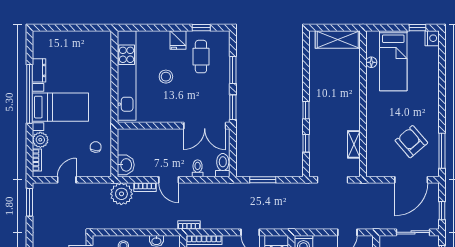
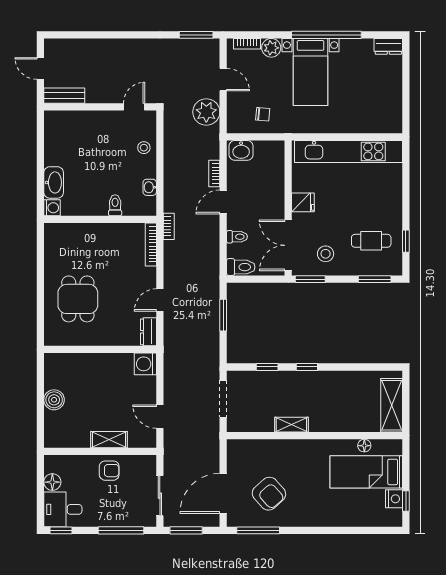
nightstand: (432, 38) -> (394, 499), moved, turned -90
fridge: (178, 40) -> (303, 202), moved, turned 180
dresser: (39, 70) -> (388, 46), moved
window: (233, 70) -> (375, 279), moved
stool: (166, 77) -> (326, 254), moved
armchair: (411, 142) -> (269, 494), turned 89
shelving: (354, 144) -> (291, 425), moved
door: (411, 180) -> (223, 493), hinge flipped
plant: (121, 194) -> (206, 112), moved
window: (442, 211) -> (186, 530), width x1.50

